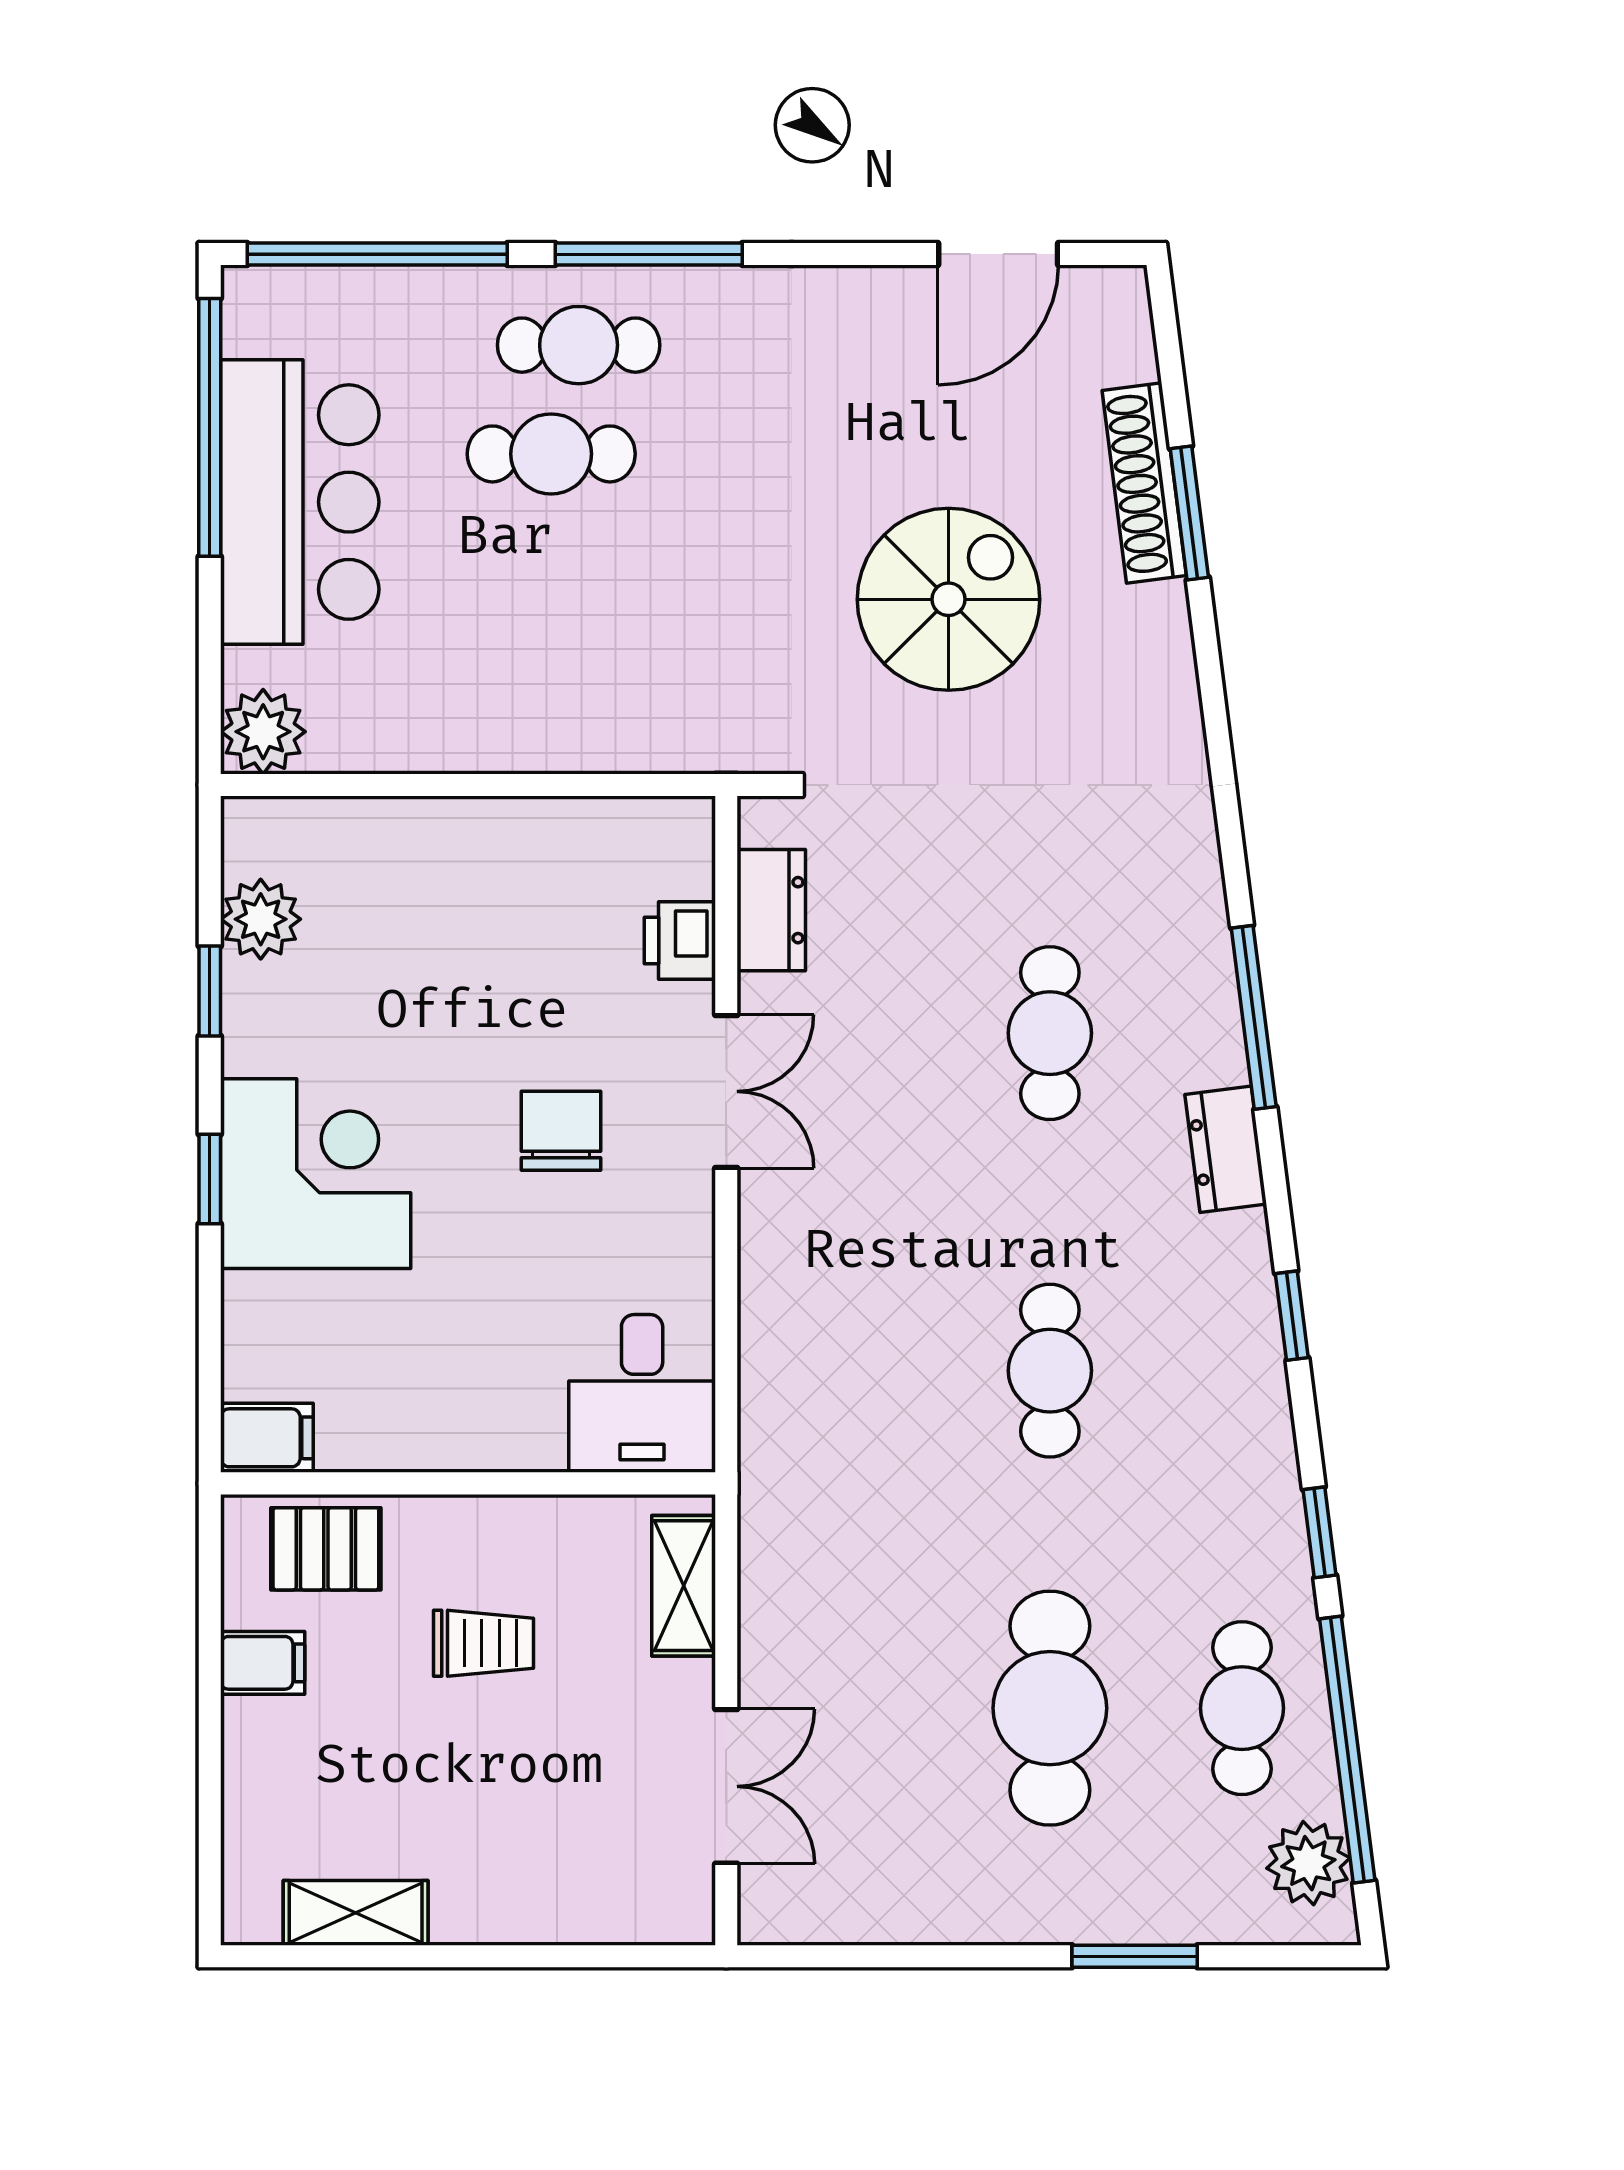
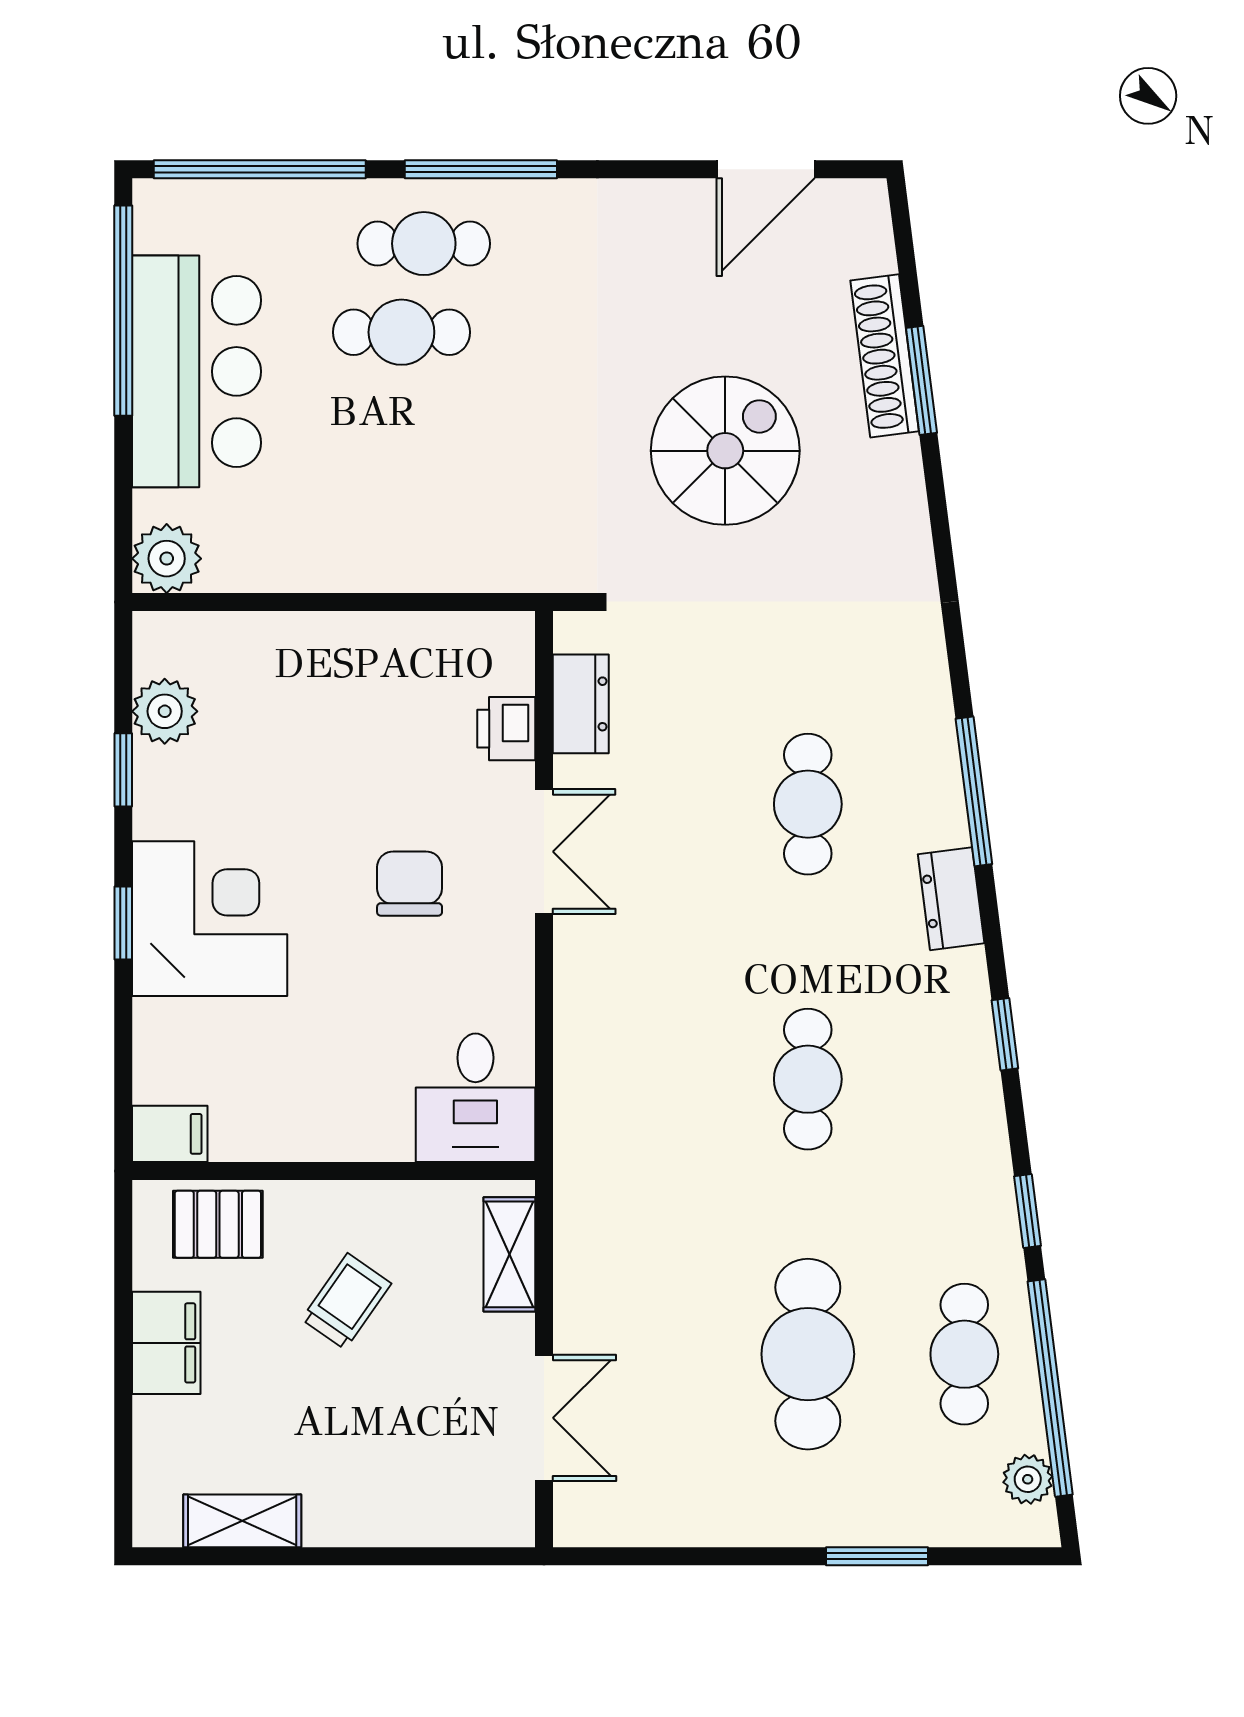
trolley: (484, 1643) -> (346, 1301), turned -55
filing cabinet: (263, 1663) -> (166, 1343), width x2.00
plant: (1308, 1863) -> (1028, 1479), width x0.73, depth x0.73

